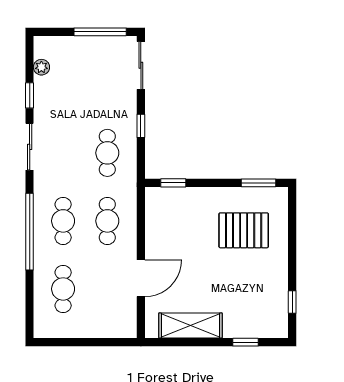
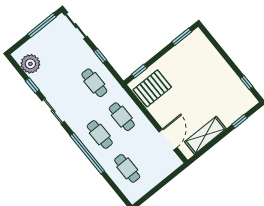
plant: (41, 67) -> (30, 64), width x1.88, depth x1.88
pallet: (244, 230) -> (152, 88), moved
door: (141, 278) -> (168, 140), moved

